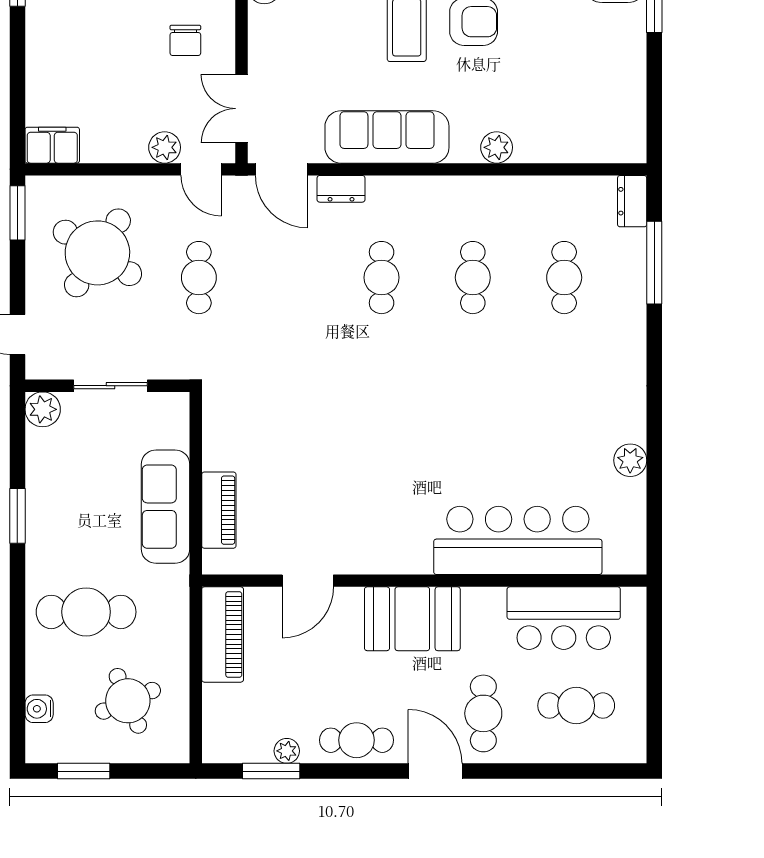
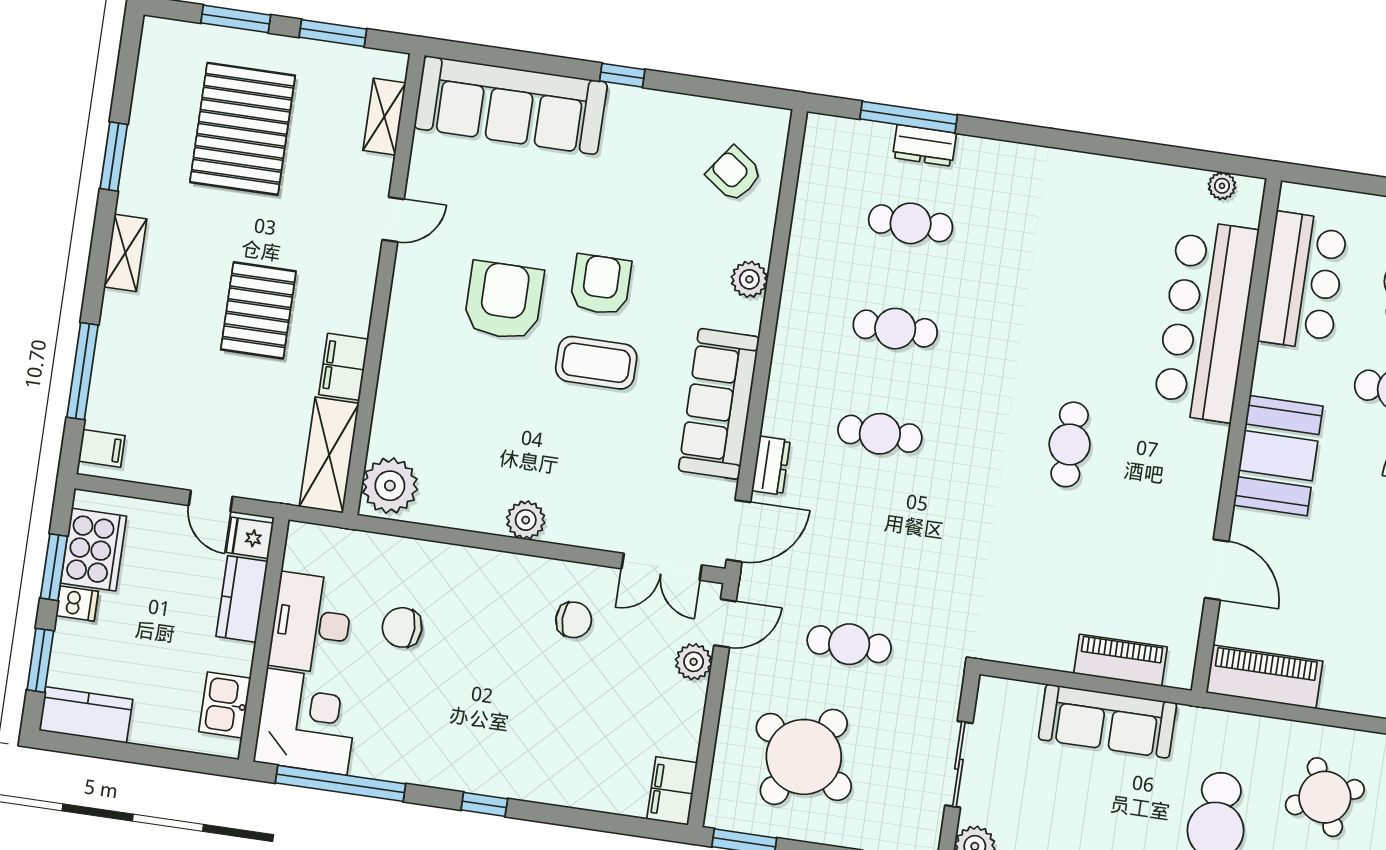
armchair: (584, 122) -> (734, 174), added
dresser: (632, 201) -> (924, 145), moved
cafe table: (396, 440) -> (1070, 444), added
plant: (630, 460) -> (1222, 186), moved, width x0.73, depth x0.73

